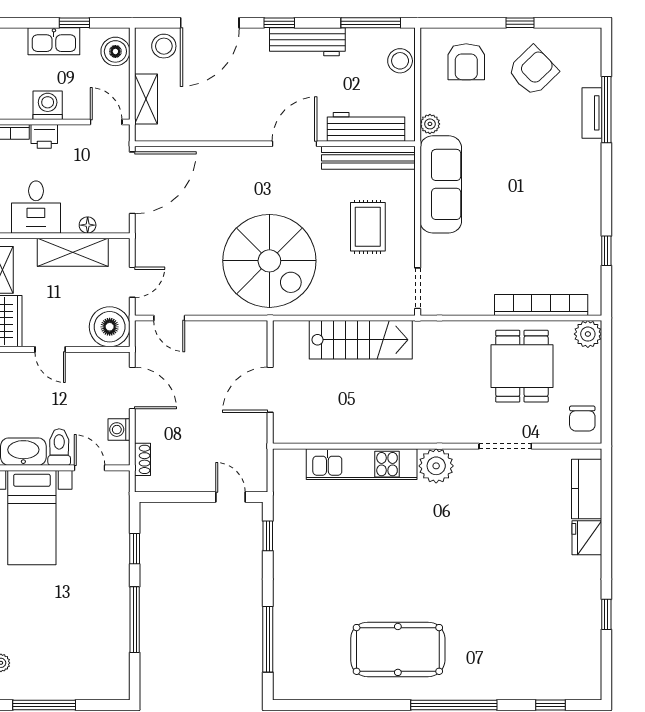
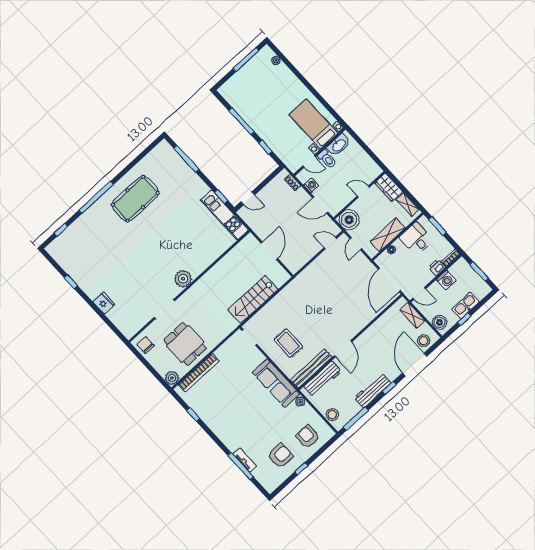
armchair: (533, 71) -> (280, 456), turned -136
spiral stairs: (269, 261) -> (313, 298), removed
kitchen unit: (362, 464) -> (224, 215), moved, turned -90
kitchen counter: (587, 489) -> (120, 321), removed

